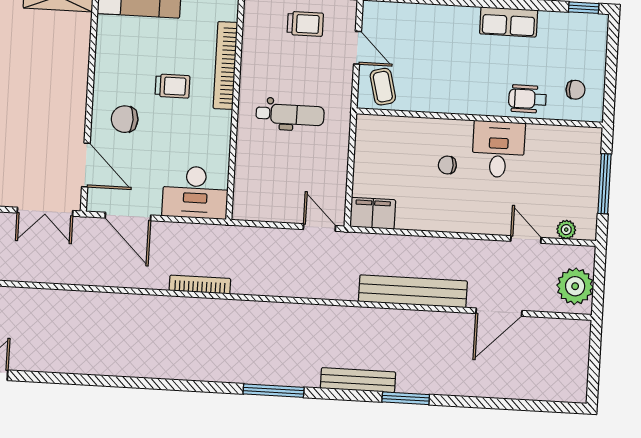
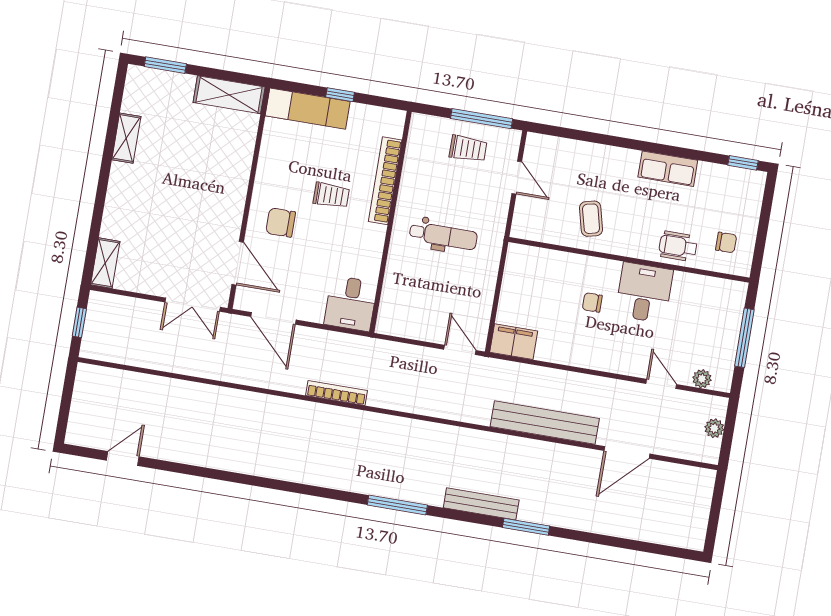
coffee table: (383, 87) -> (591, 219), moved
desk: (195, 192) -> (351, 303), width x0.73
plant: (575, 286) -> (714, 428), width x0.53, depth x0.53

